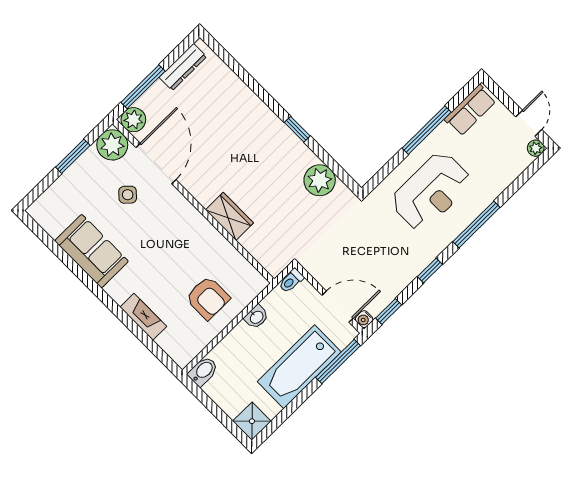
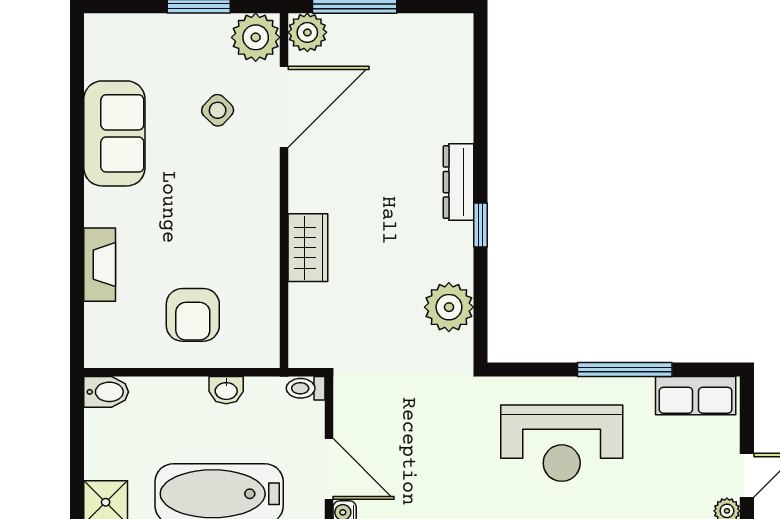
dresser: (183, 67) -> (459, 182), moved, turned 90

